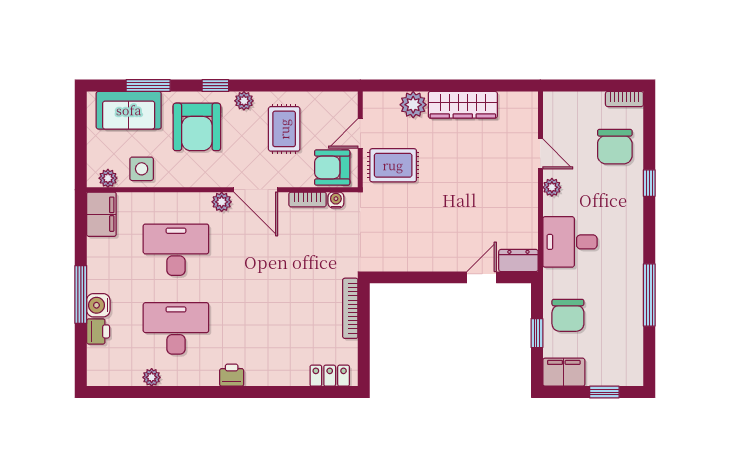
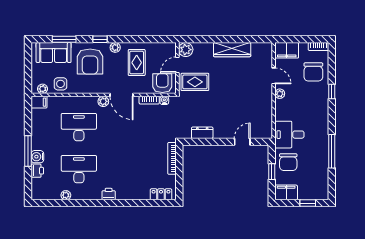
plant: (413, 105) -> (186, 50), moved
filing cabinet: (565, 106) -> (287, 50), added
armchair: (332, 167) -> (162, 83), turned 90
filing cabinet: (101, 214) -> (39, 102), width x0.50
desk: (570, 242) -> (289, 135), moved
dresser: (518, 260) -> (202, 133), moved

